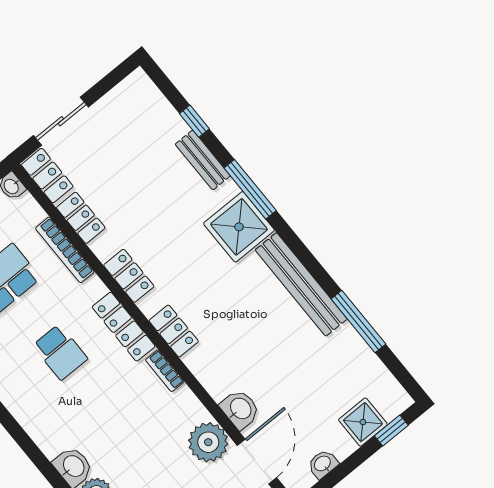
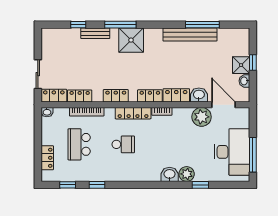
bench: (301, 284) -> (190, 34), moved
locker: (209, 373) -> (176, 95), added
shower: (363, 422) -> (241, 65), moved
window: (391, 430) -> (253, 62), moved

